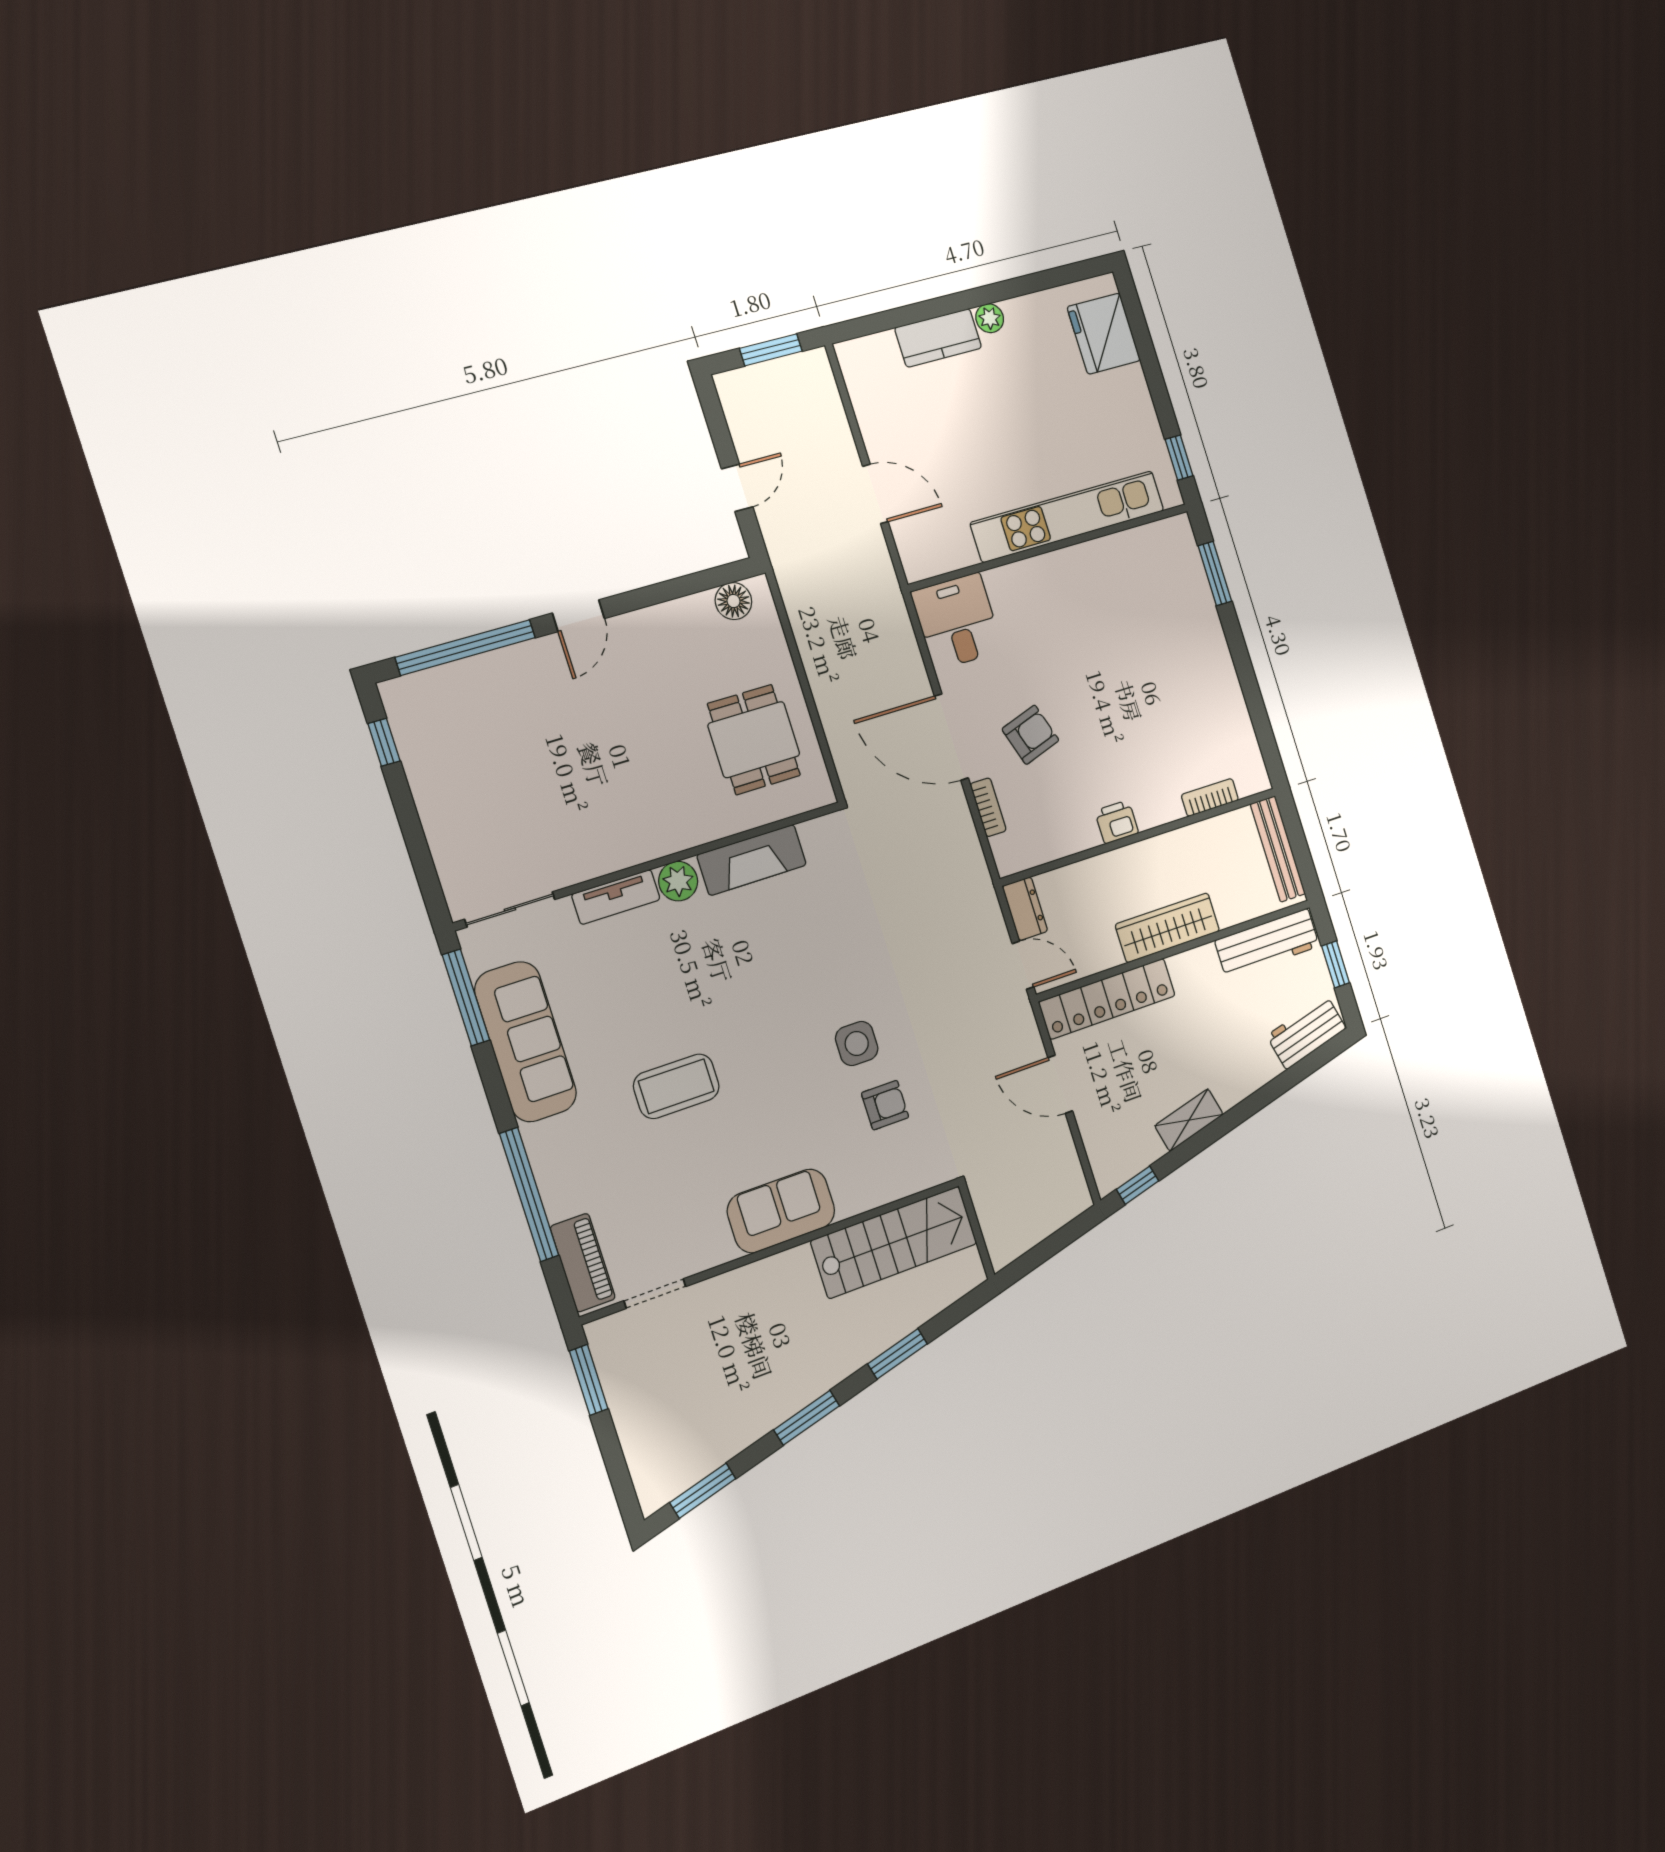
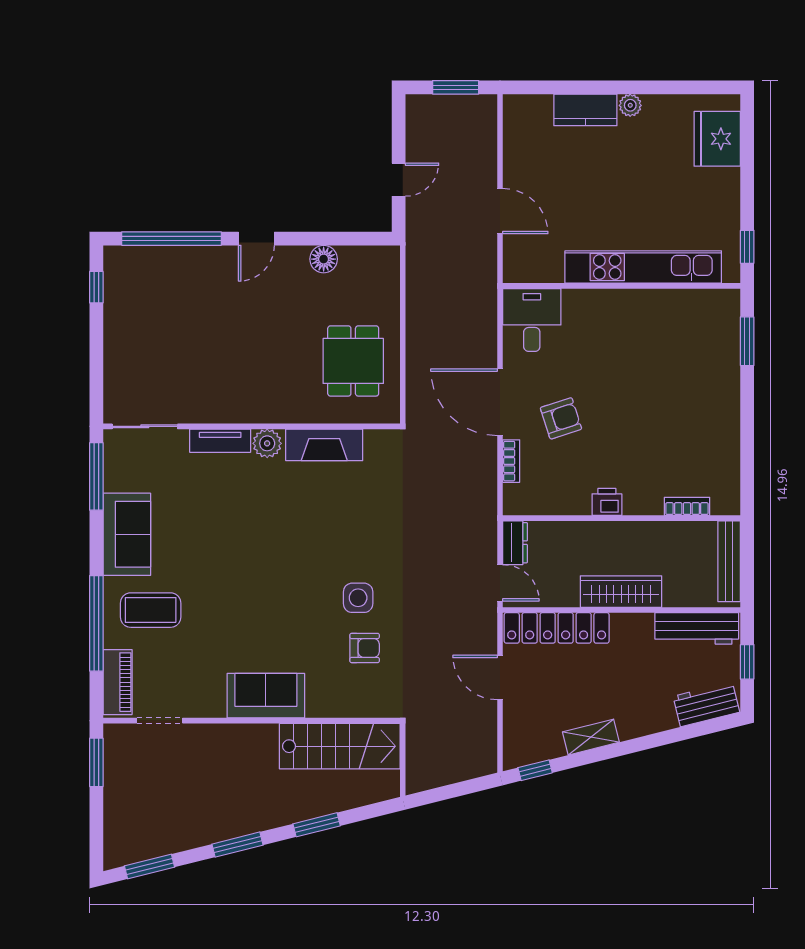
floor lamp: (734, 601) -> (324, 259), moved
sofa: (526, 1042) -> (127, 534), width x0.73
coffee table: (676, 1086) -> (151, 610), moved

